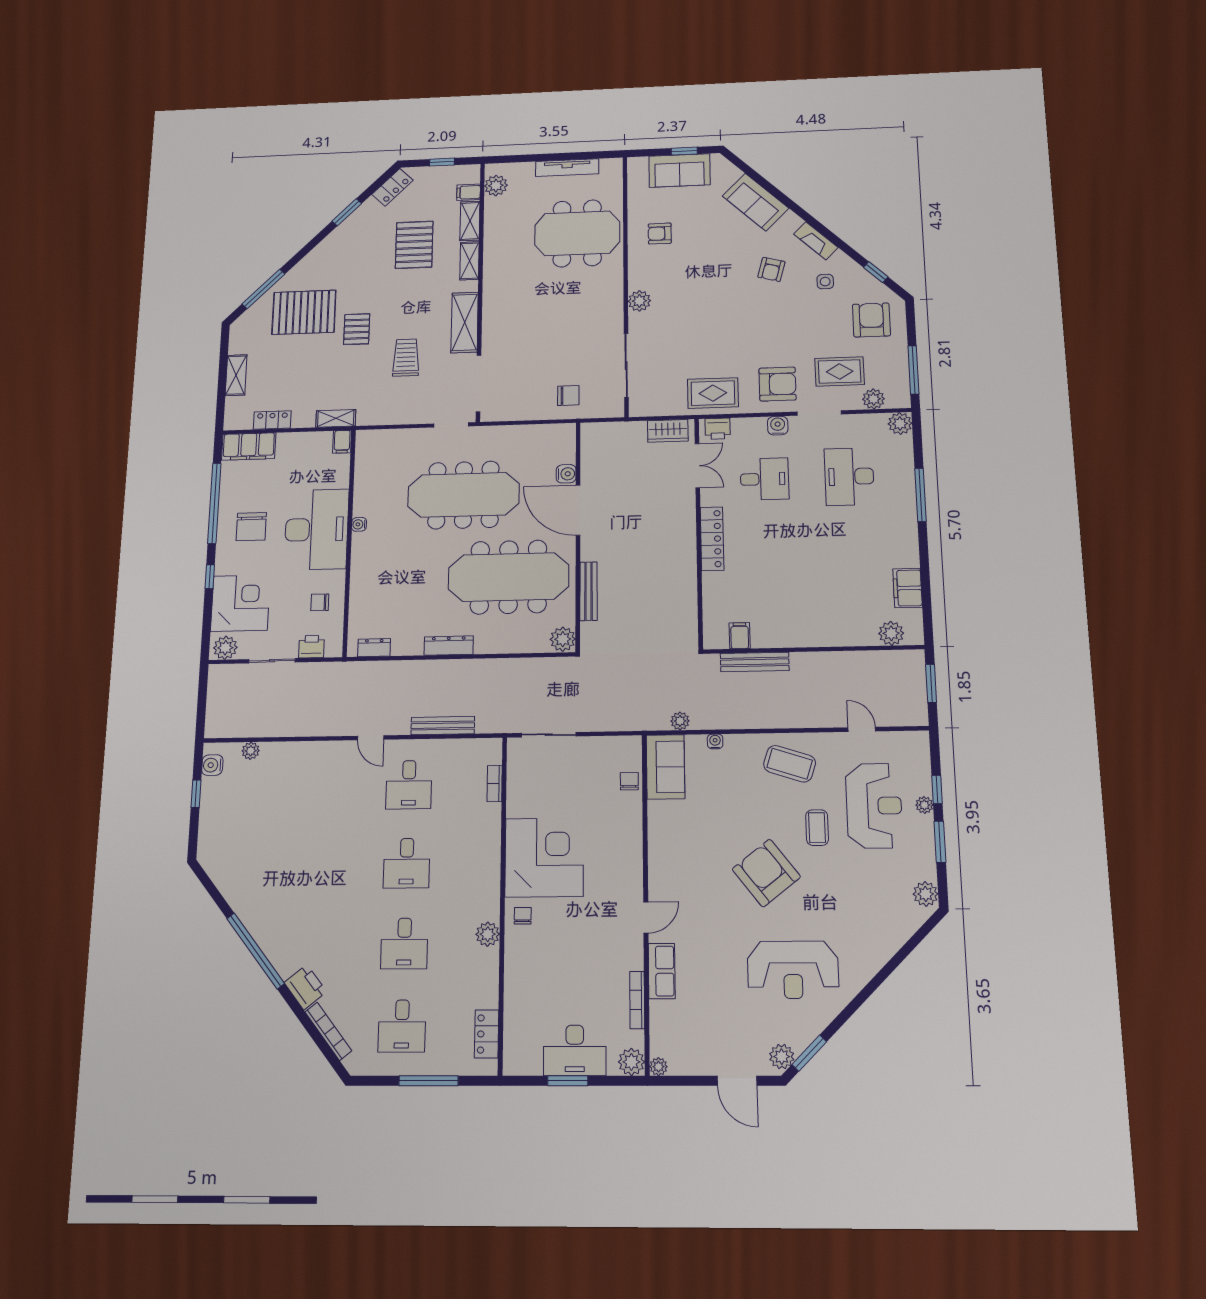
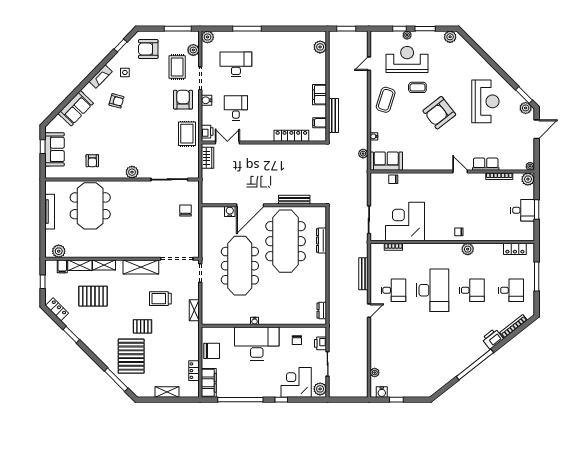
shelving: (336, 418) -> (194, 310), moved
filing cabinet: (342, 442) -> (208, 332), removed
desk: (849, 477) -> (236, 64), turned 180
chair: (251, 527) -> (212, 351), moved
locker: (712, 539) -> (291, 136), moved
filing cabinet: (907, 588) -> (320, 95), moved, turned 90
plant: (563, 639) -> (319, 213), removed
dresser: (449, 646) -> (322, 240), moved
corner desk: (544, 857) -> (405, 222), moved
desk: (407, 863) -> (433, 290), width x1.87, depth x1.30
desk: (575, 1050) -> (523, 210), width x0.73

